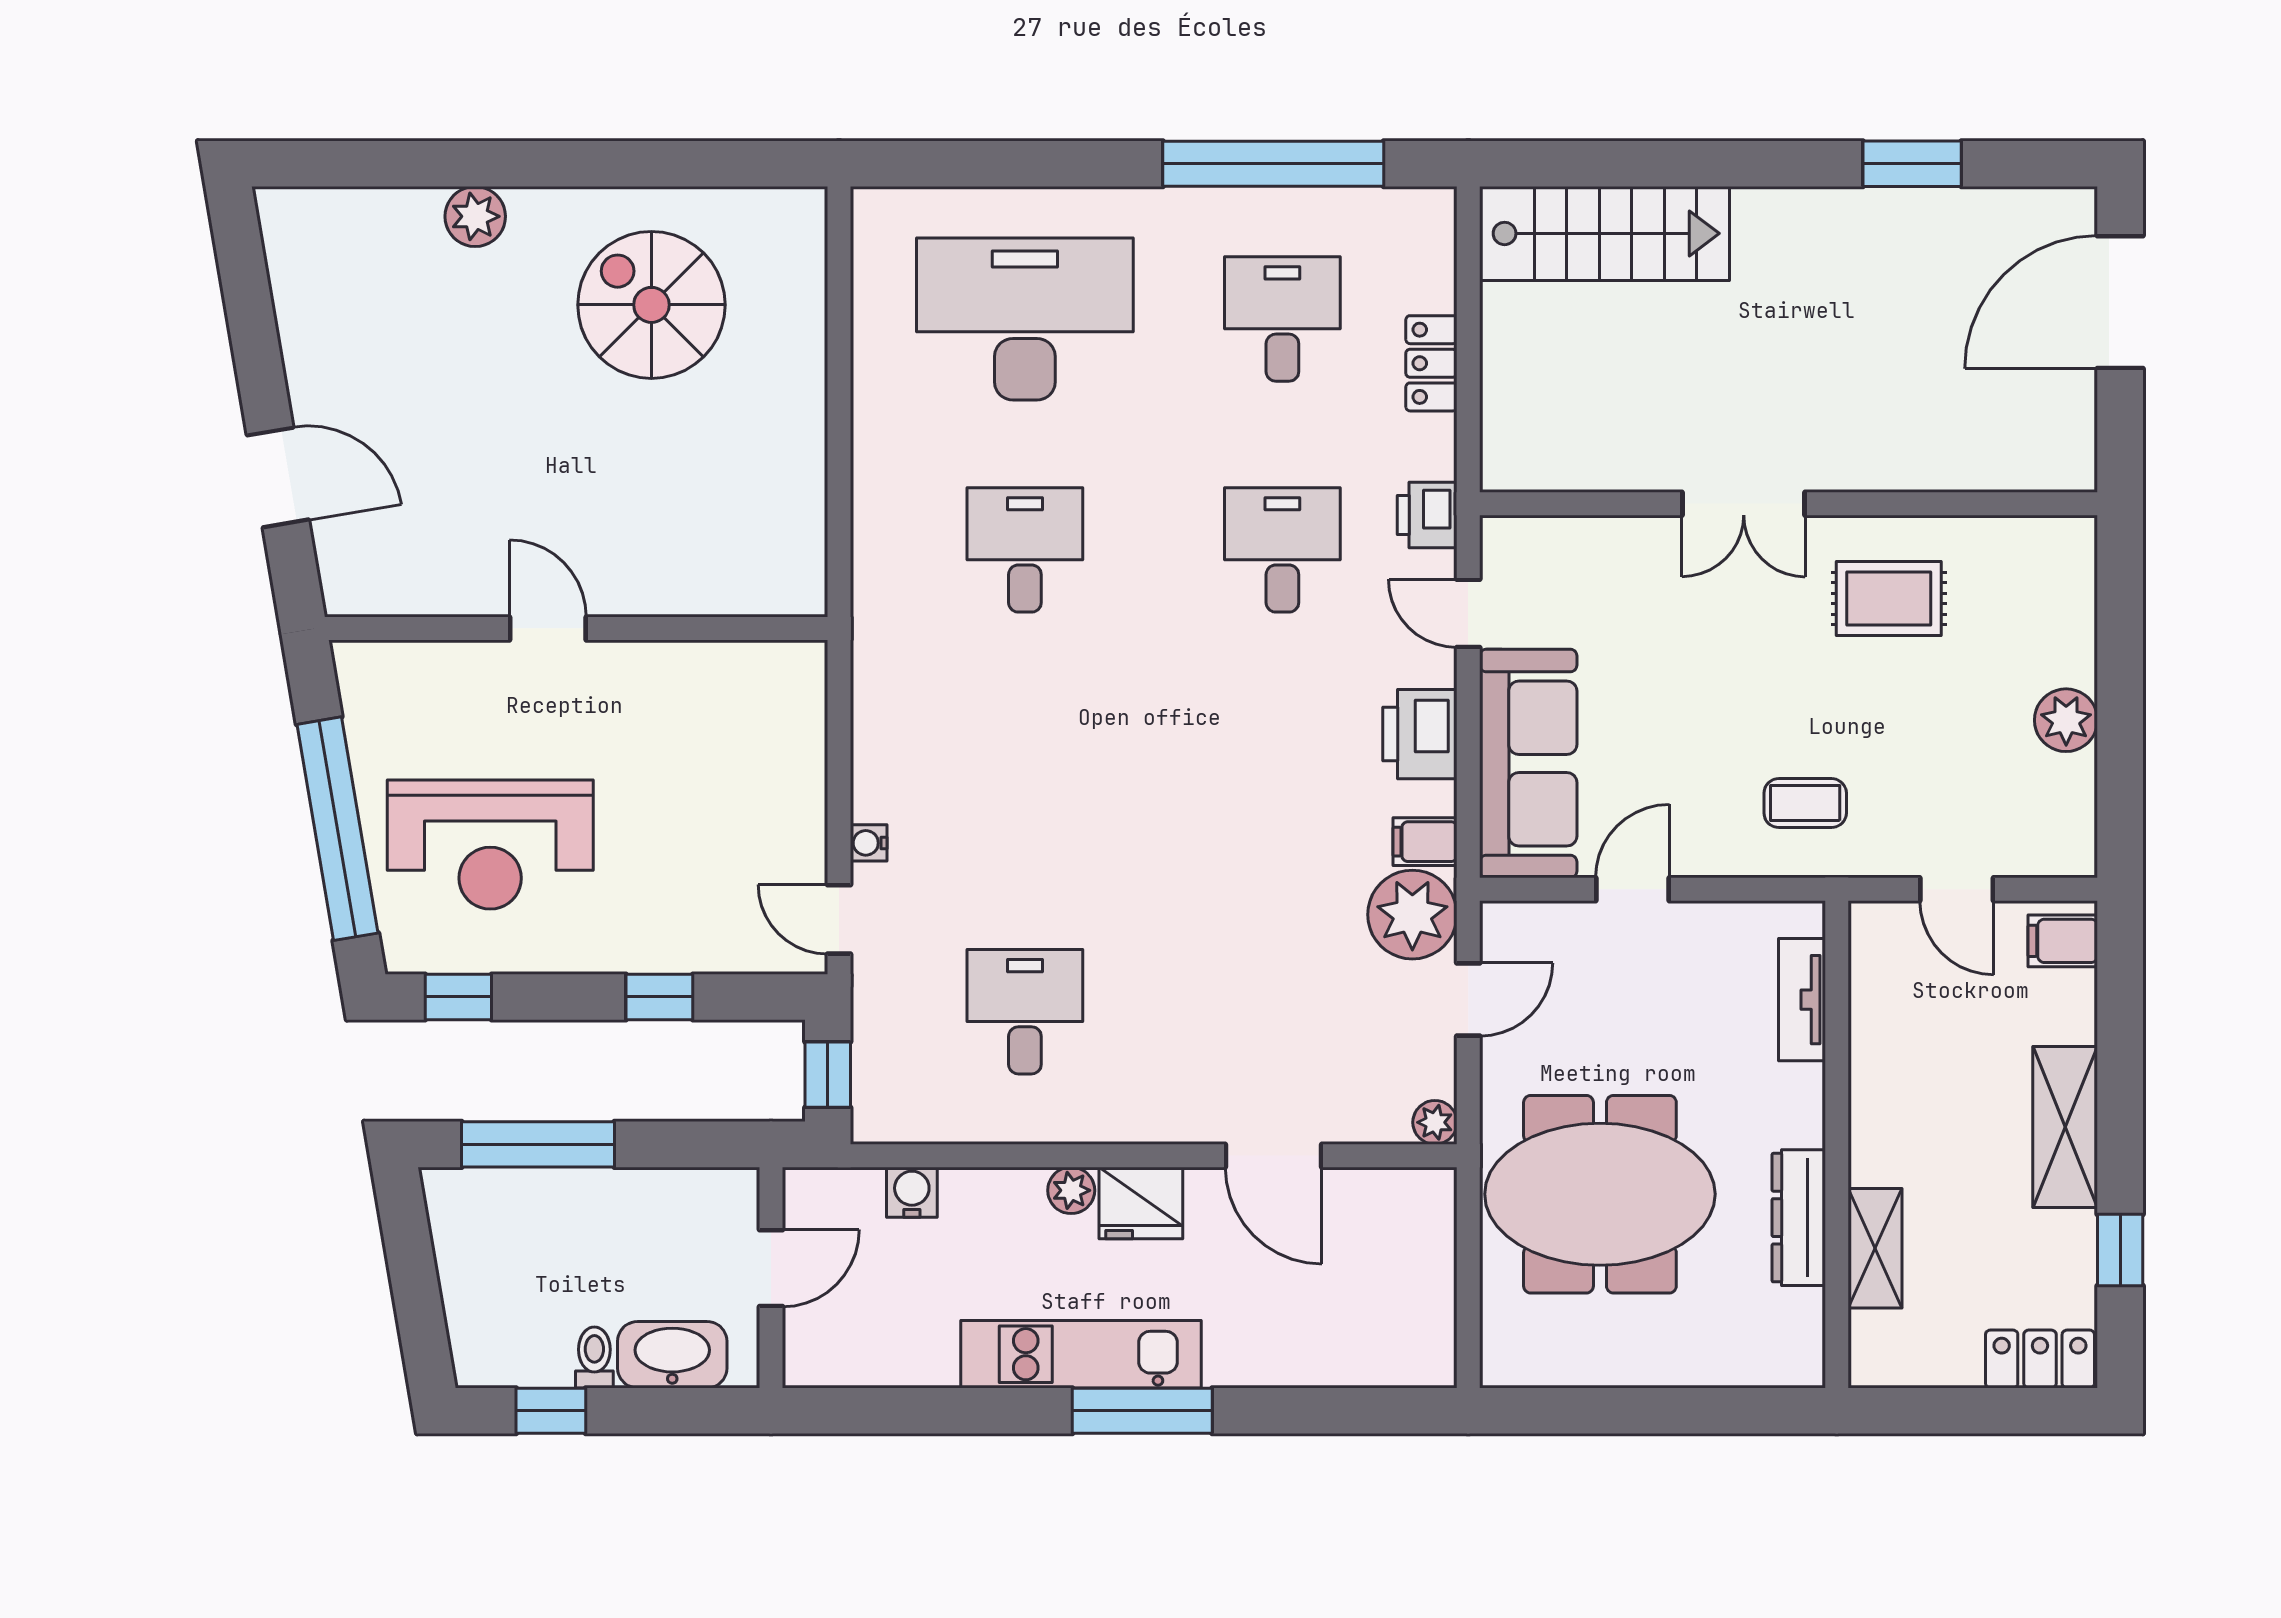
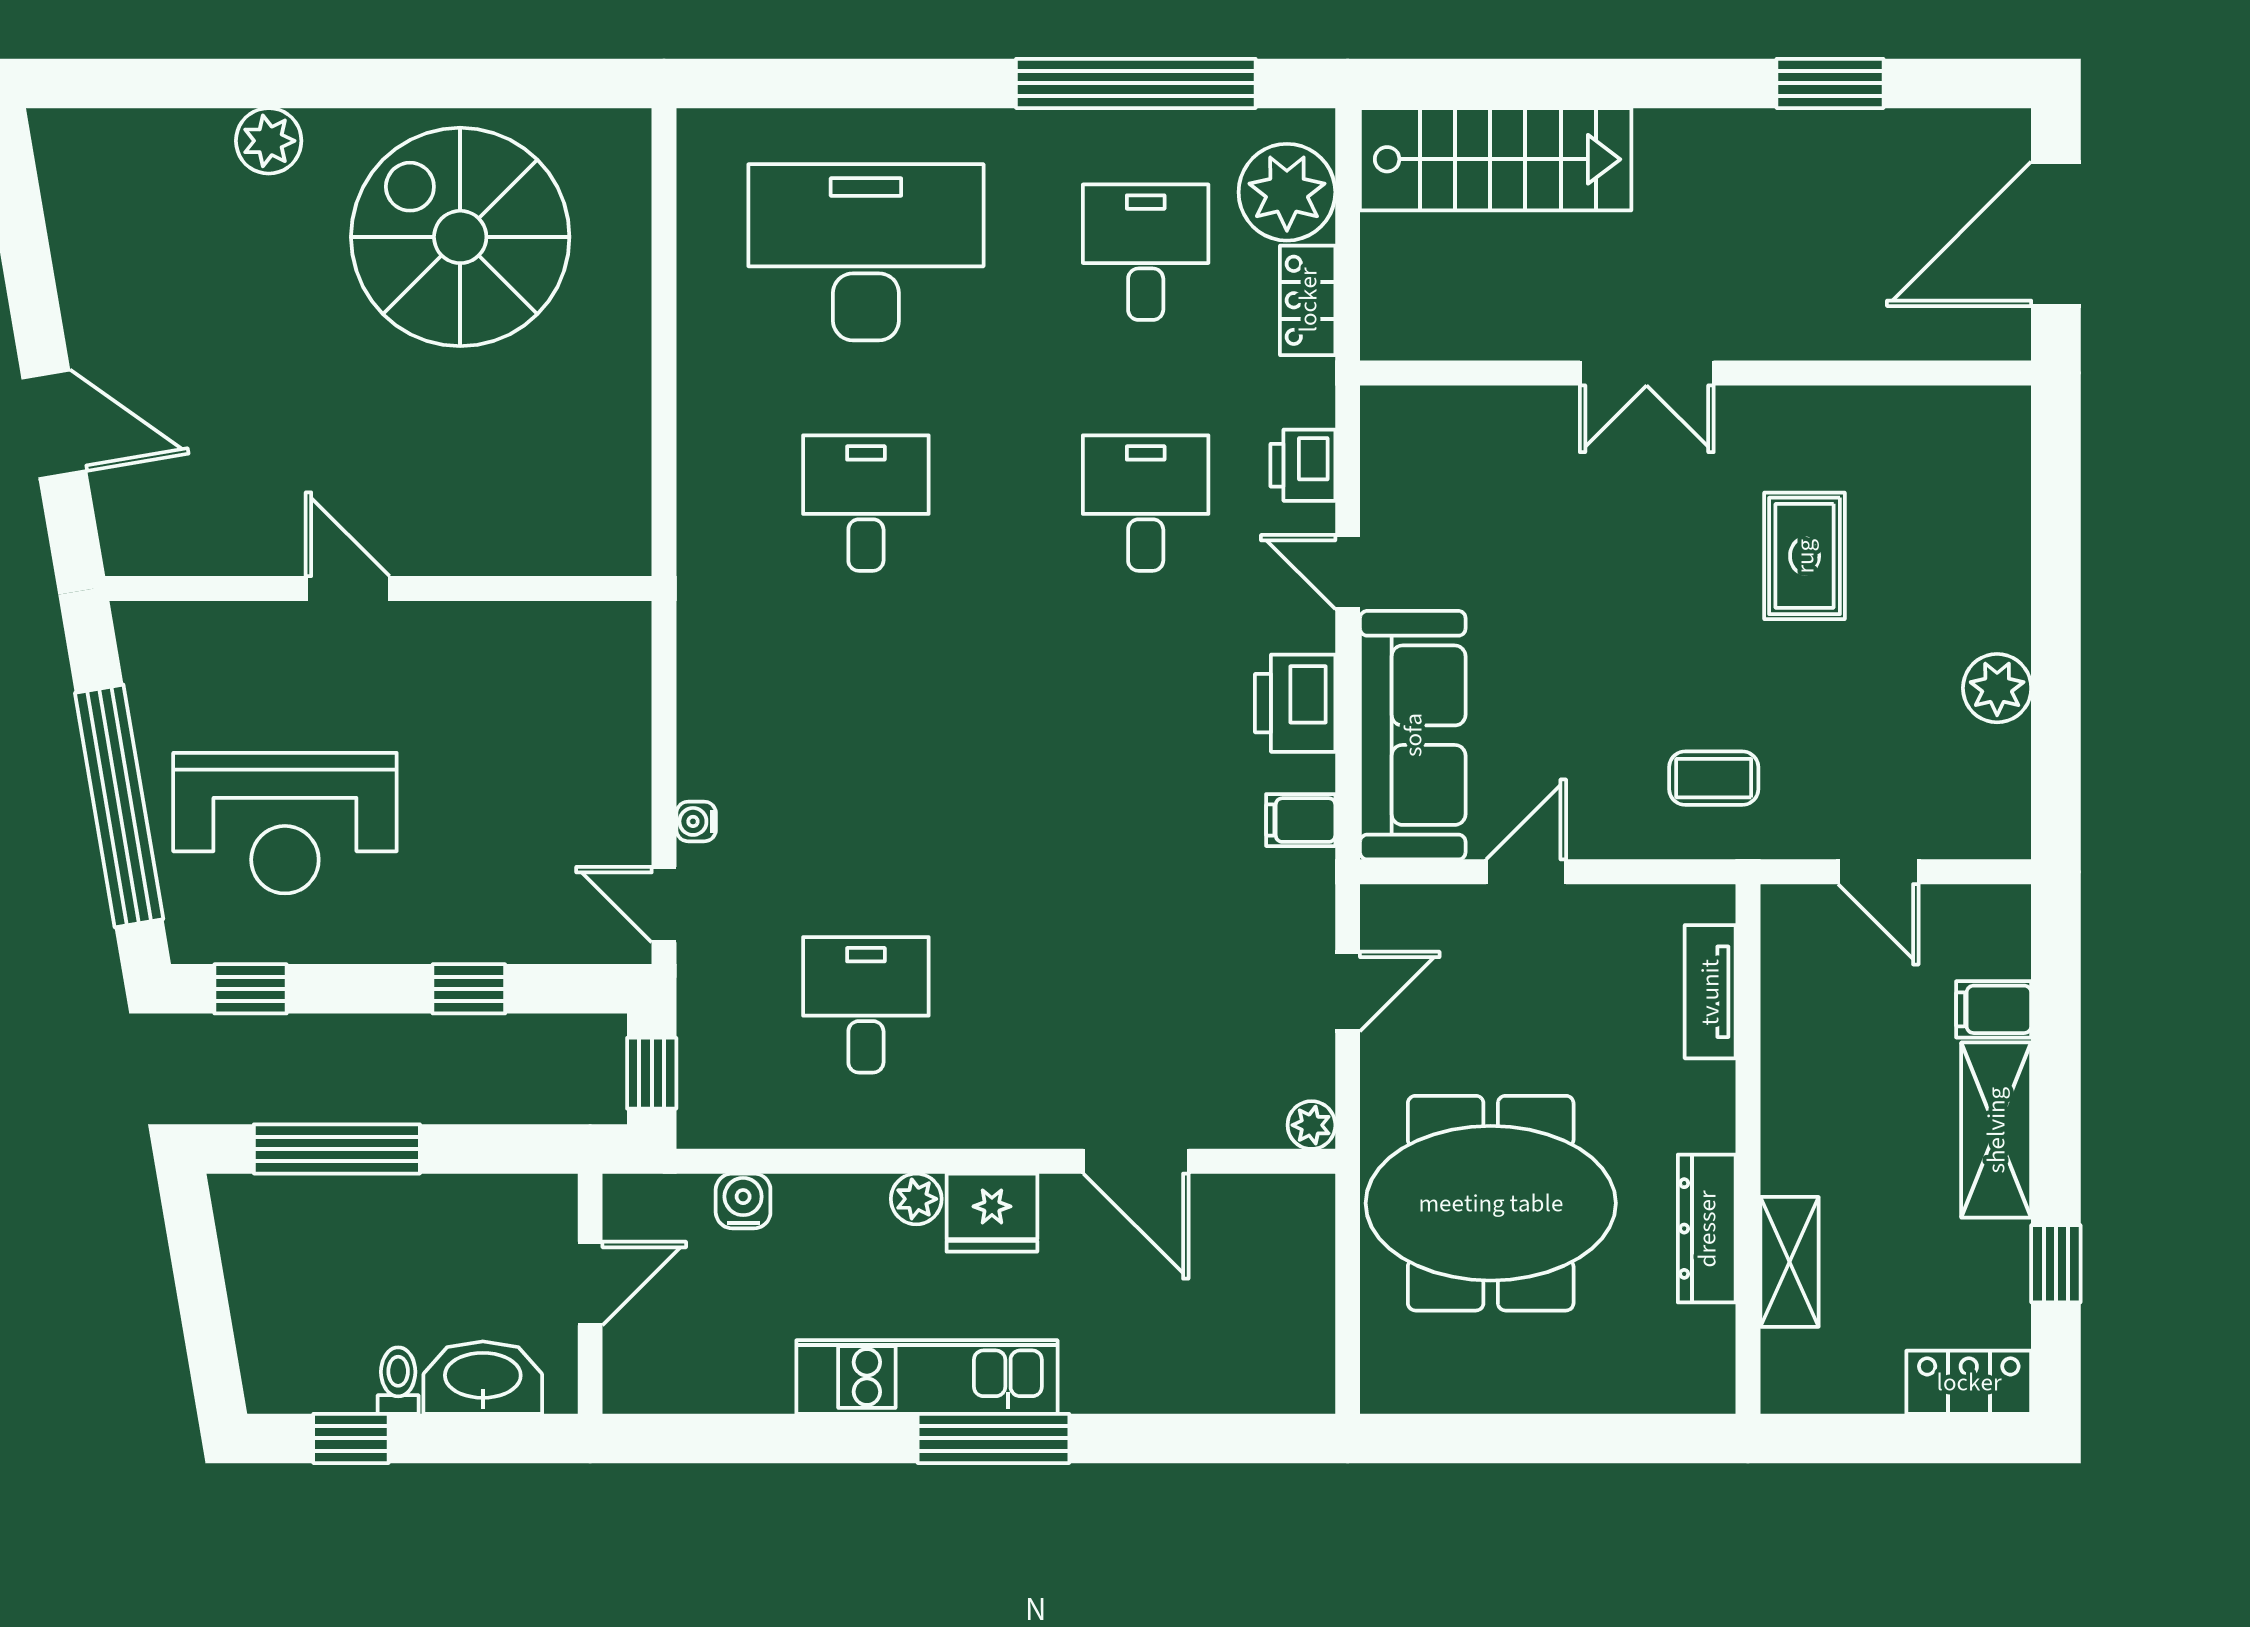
spiral stairs: (651, 305) -> (460, 237), width x1.37, depth x1.37
double door: (1744, 504) -> (1647, 373), moved
wall: (1789, 504) -> (1696, 373), moved
rug: (1889, 598) -> (1805, 556), turned 90
plant: (1412, 915) -> (1287, 192), moved
filing cabinet: (2063, 941) -> (1994, 1009), moved

